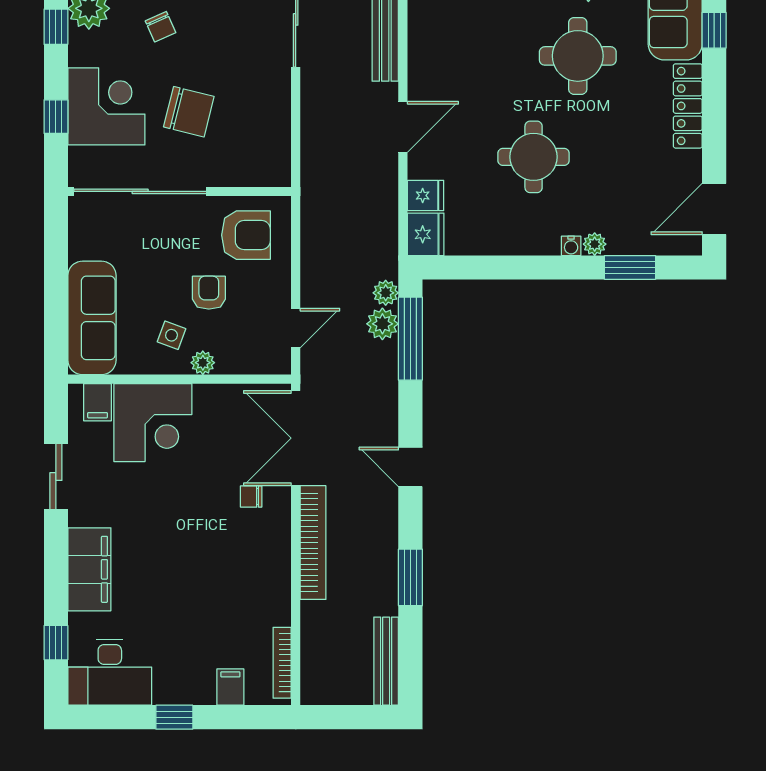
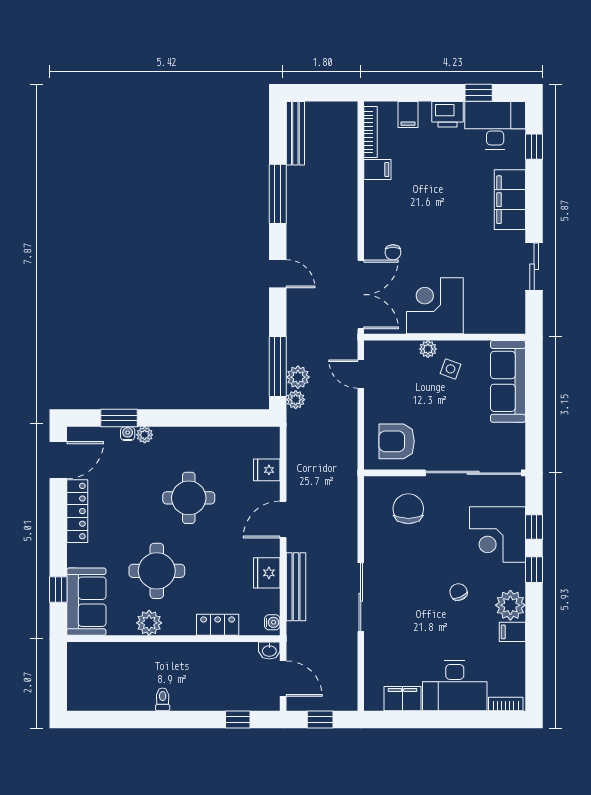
window: (56, 27) -> (534, 570), moved
locker: (688, 106) -> (77, 511), moved
chair: (189, 112) -> (408, 509), moved, turned 76
fridge: (426, 234) -> (267, 573), moved
water cooler: (571, 246) -> (128, 434), moved
armchair: (209, 293) -> (424, 400), removed
door: (296, 328) -> (361, 374), hinge flipped
filing cabinet: (98, 402) -> (377, 170), moved, turned 90
corner desk: (153, 423) -> (435, 306), moved
chair: (251, 496) -> (393, 252), turned 90
bookcase: (313, 543) -> (348, 219), removed
window: (410, 577) -> (278, 194), width x1.44
printer: (176, 687) -> (448, 114), added
window: (174, 717) -> (479, 93), moved

